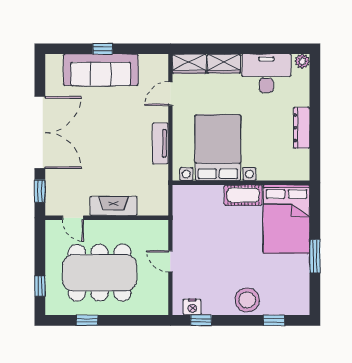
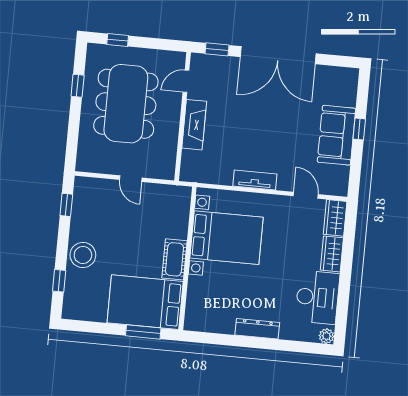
sofa: (101, 70) -> (336, 135), width x0.73
bed with nightstands: (218, 148) -> (226, 238), moved
wall: (241, 183) -> (188, 258), moved
cot: (243, 195) -> (174, 259), moved
bed: (286, 219) -> (145, 302), moved
window: (315, 256) -> (143, 332), moved
door: (170, 261) -> (131, 179), swing flipped
nightstand: (192, 307) -> (81, 197), removed

